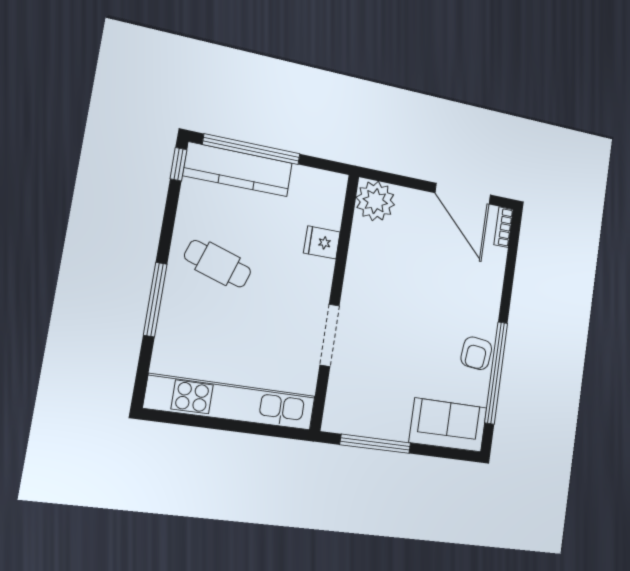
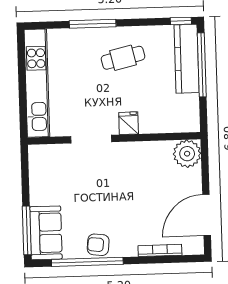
bookcase: (504, 227) -> (160, 250), moved, width x1.56
fridge: (322, 242) -> (129, 123), moved
cafe table: (218, 264) -> (123, 58), turned 59
window: (375, 444) -> (27, 230), moved

